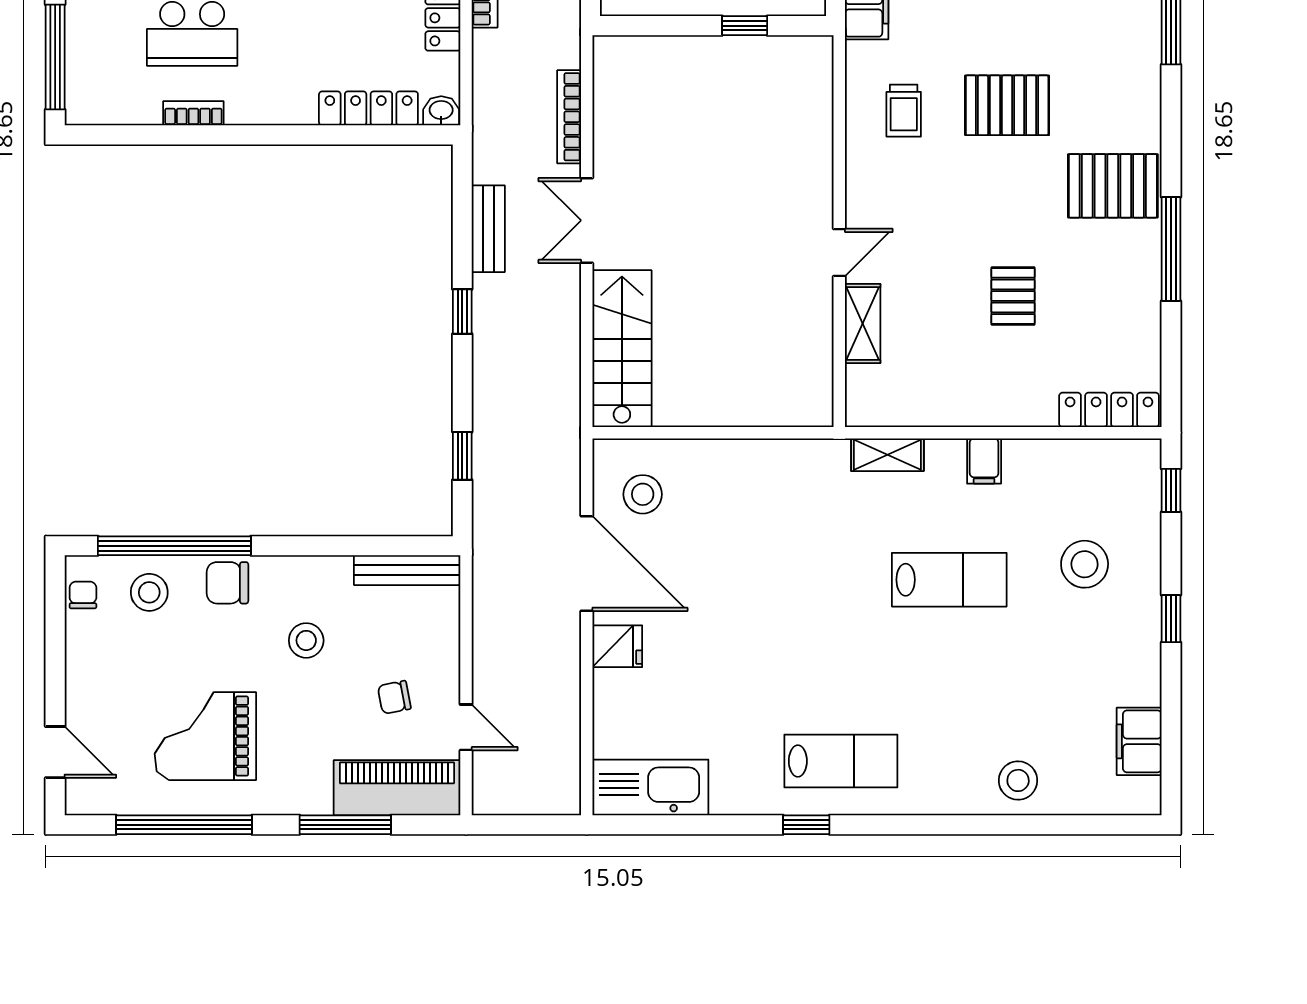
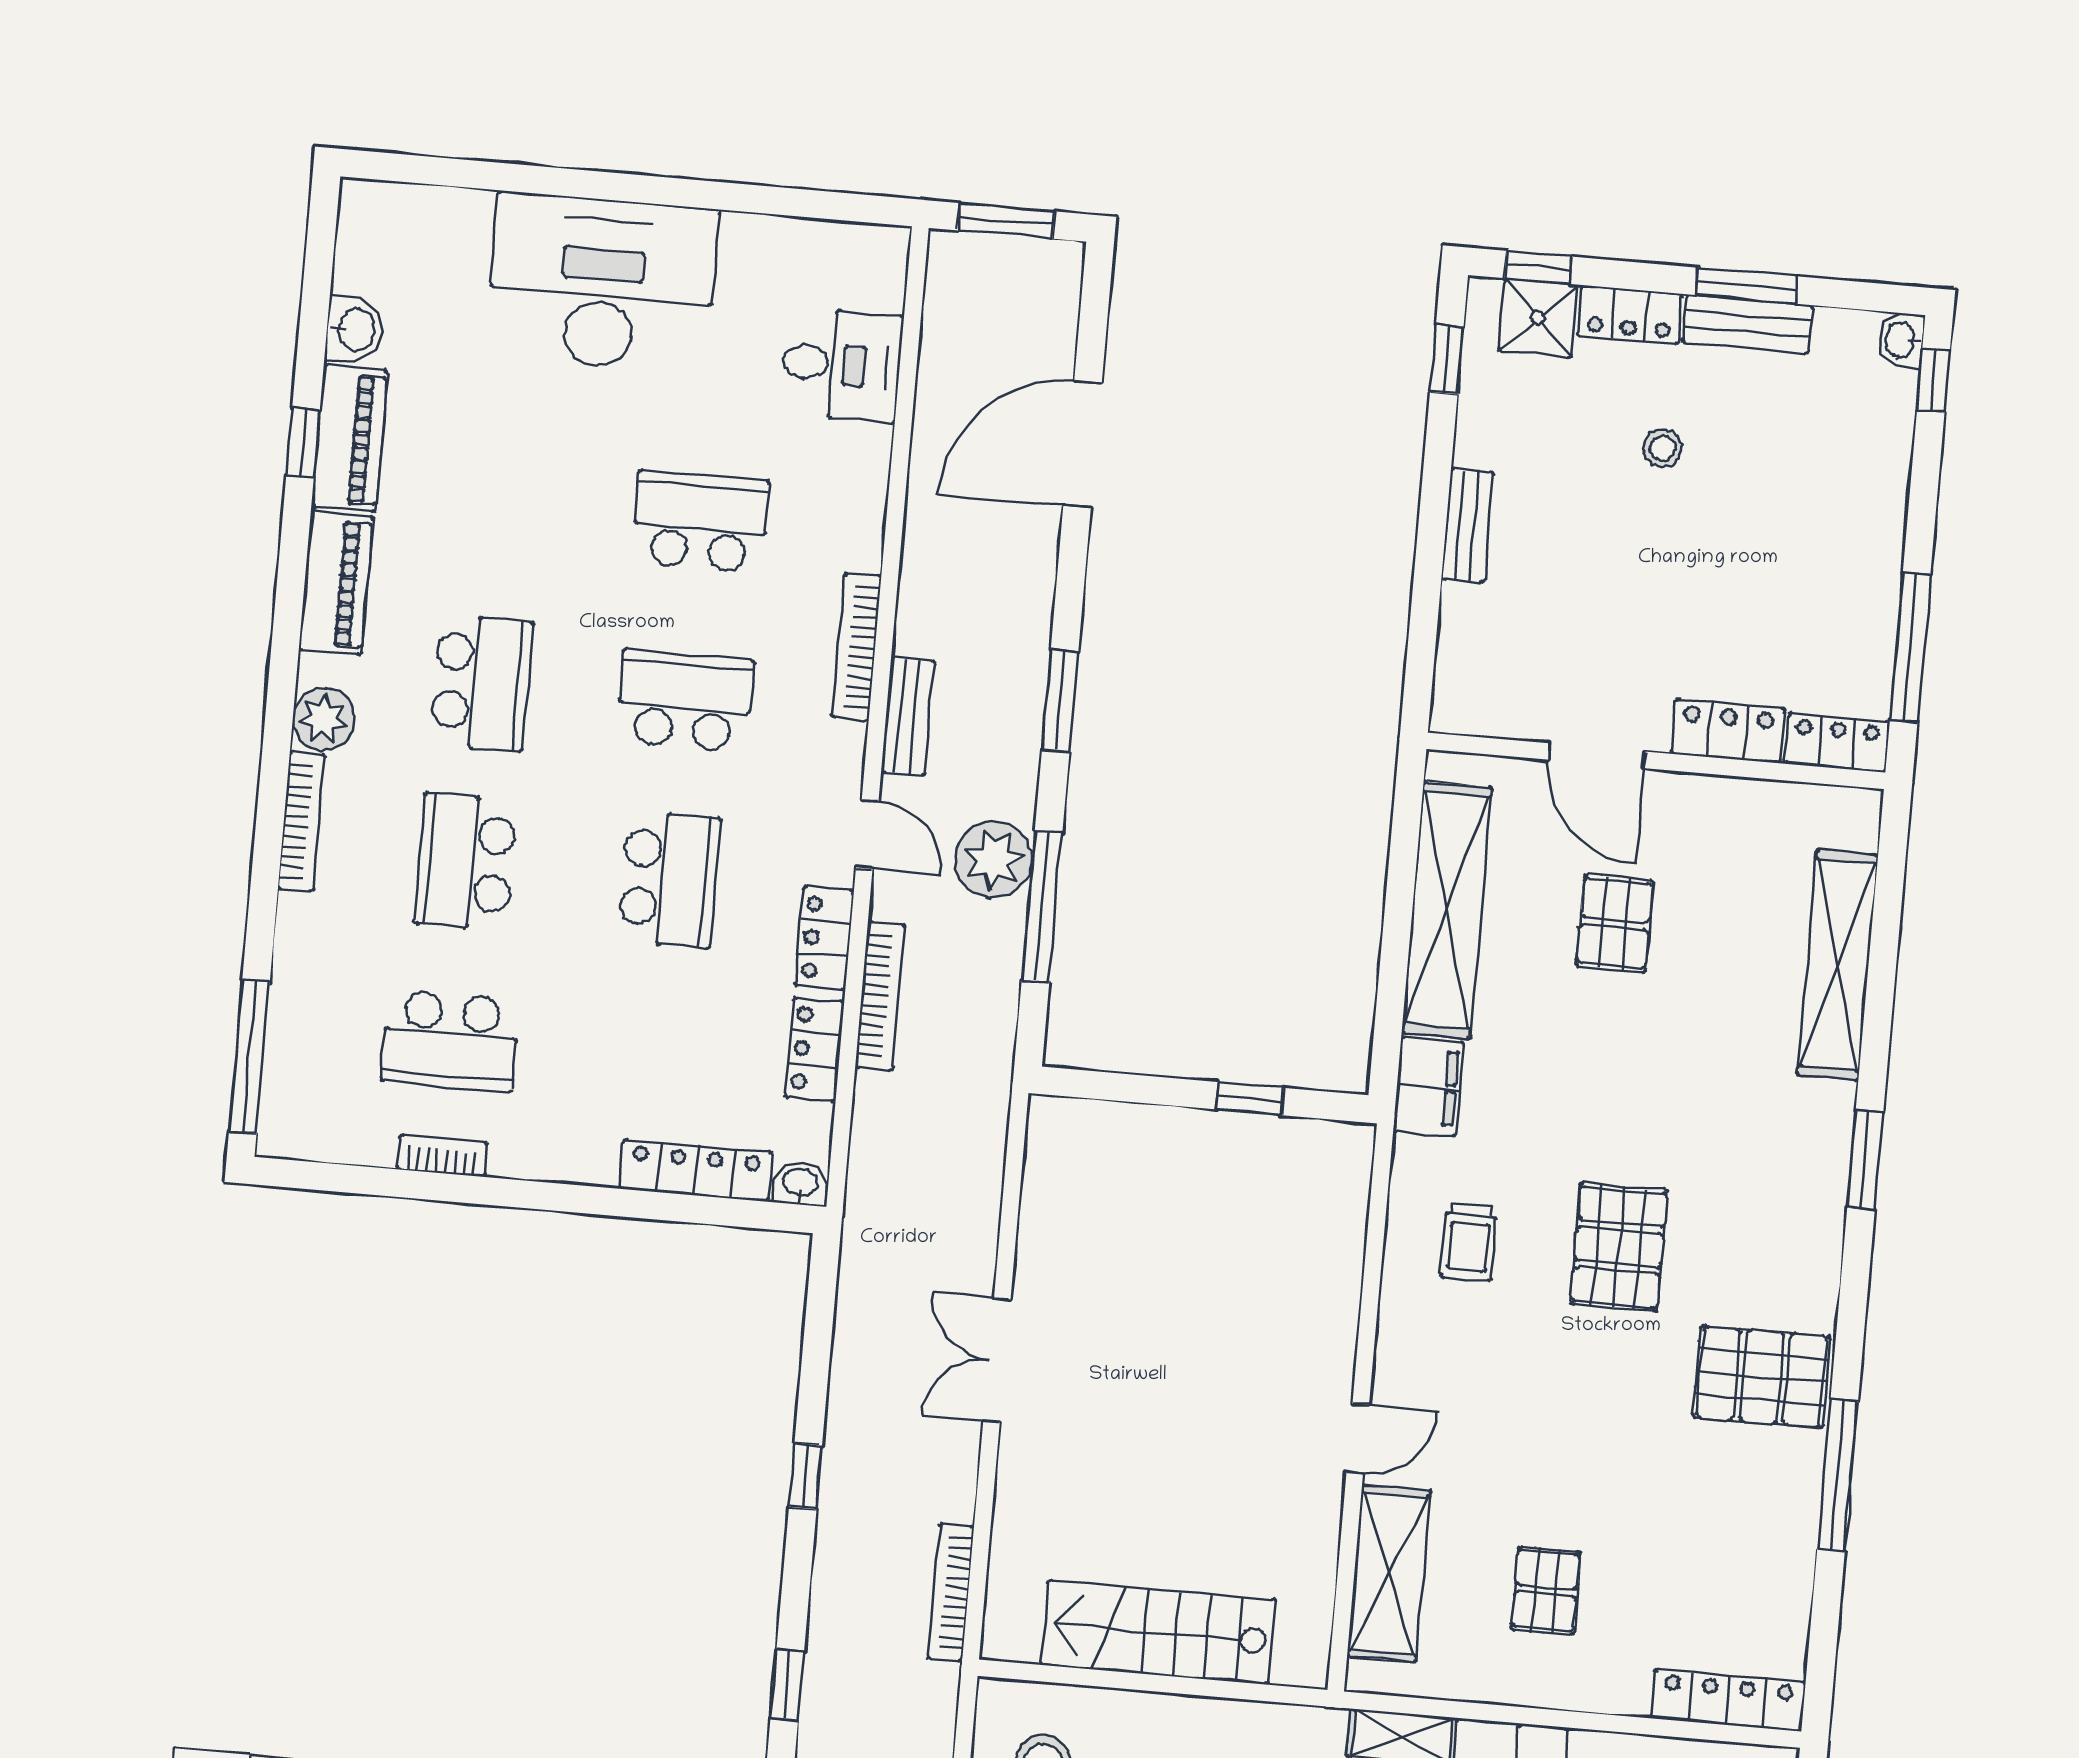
pallet: (1007, 105) -> (1619, 1247), turned 90
bookcase: (569, 117) -> (951, 1592), moved
bench: (488, 229) -> (854, 1360), removed
pallet: (1013, 296) -> (1546, 1591), moved
shelving: (863, 324) -> (1389, 1573), width x1.50, depth x1.33
stairs: (622, 349) -> (1158, 1632), moved, turned -90

